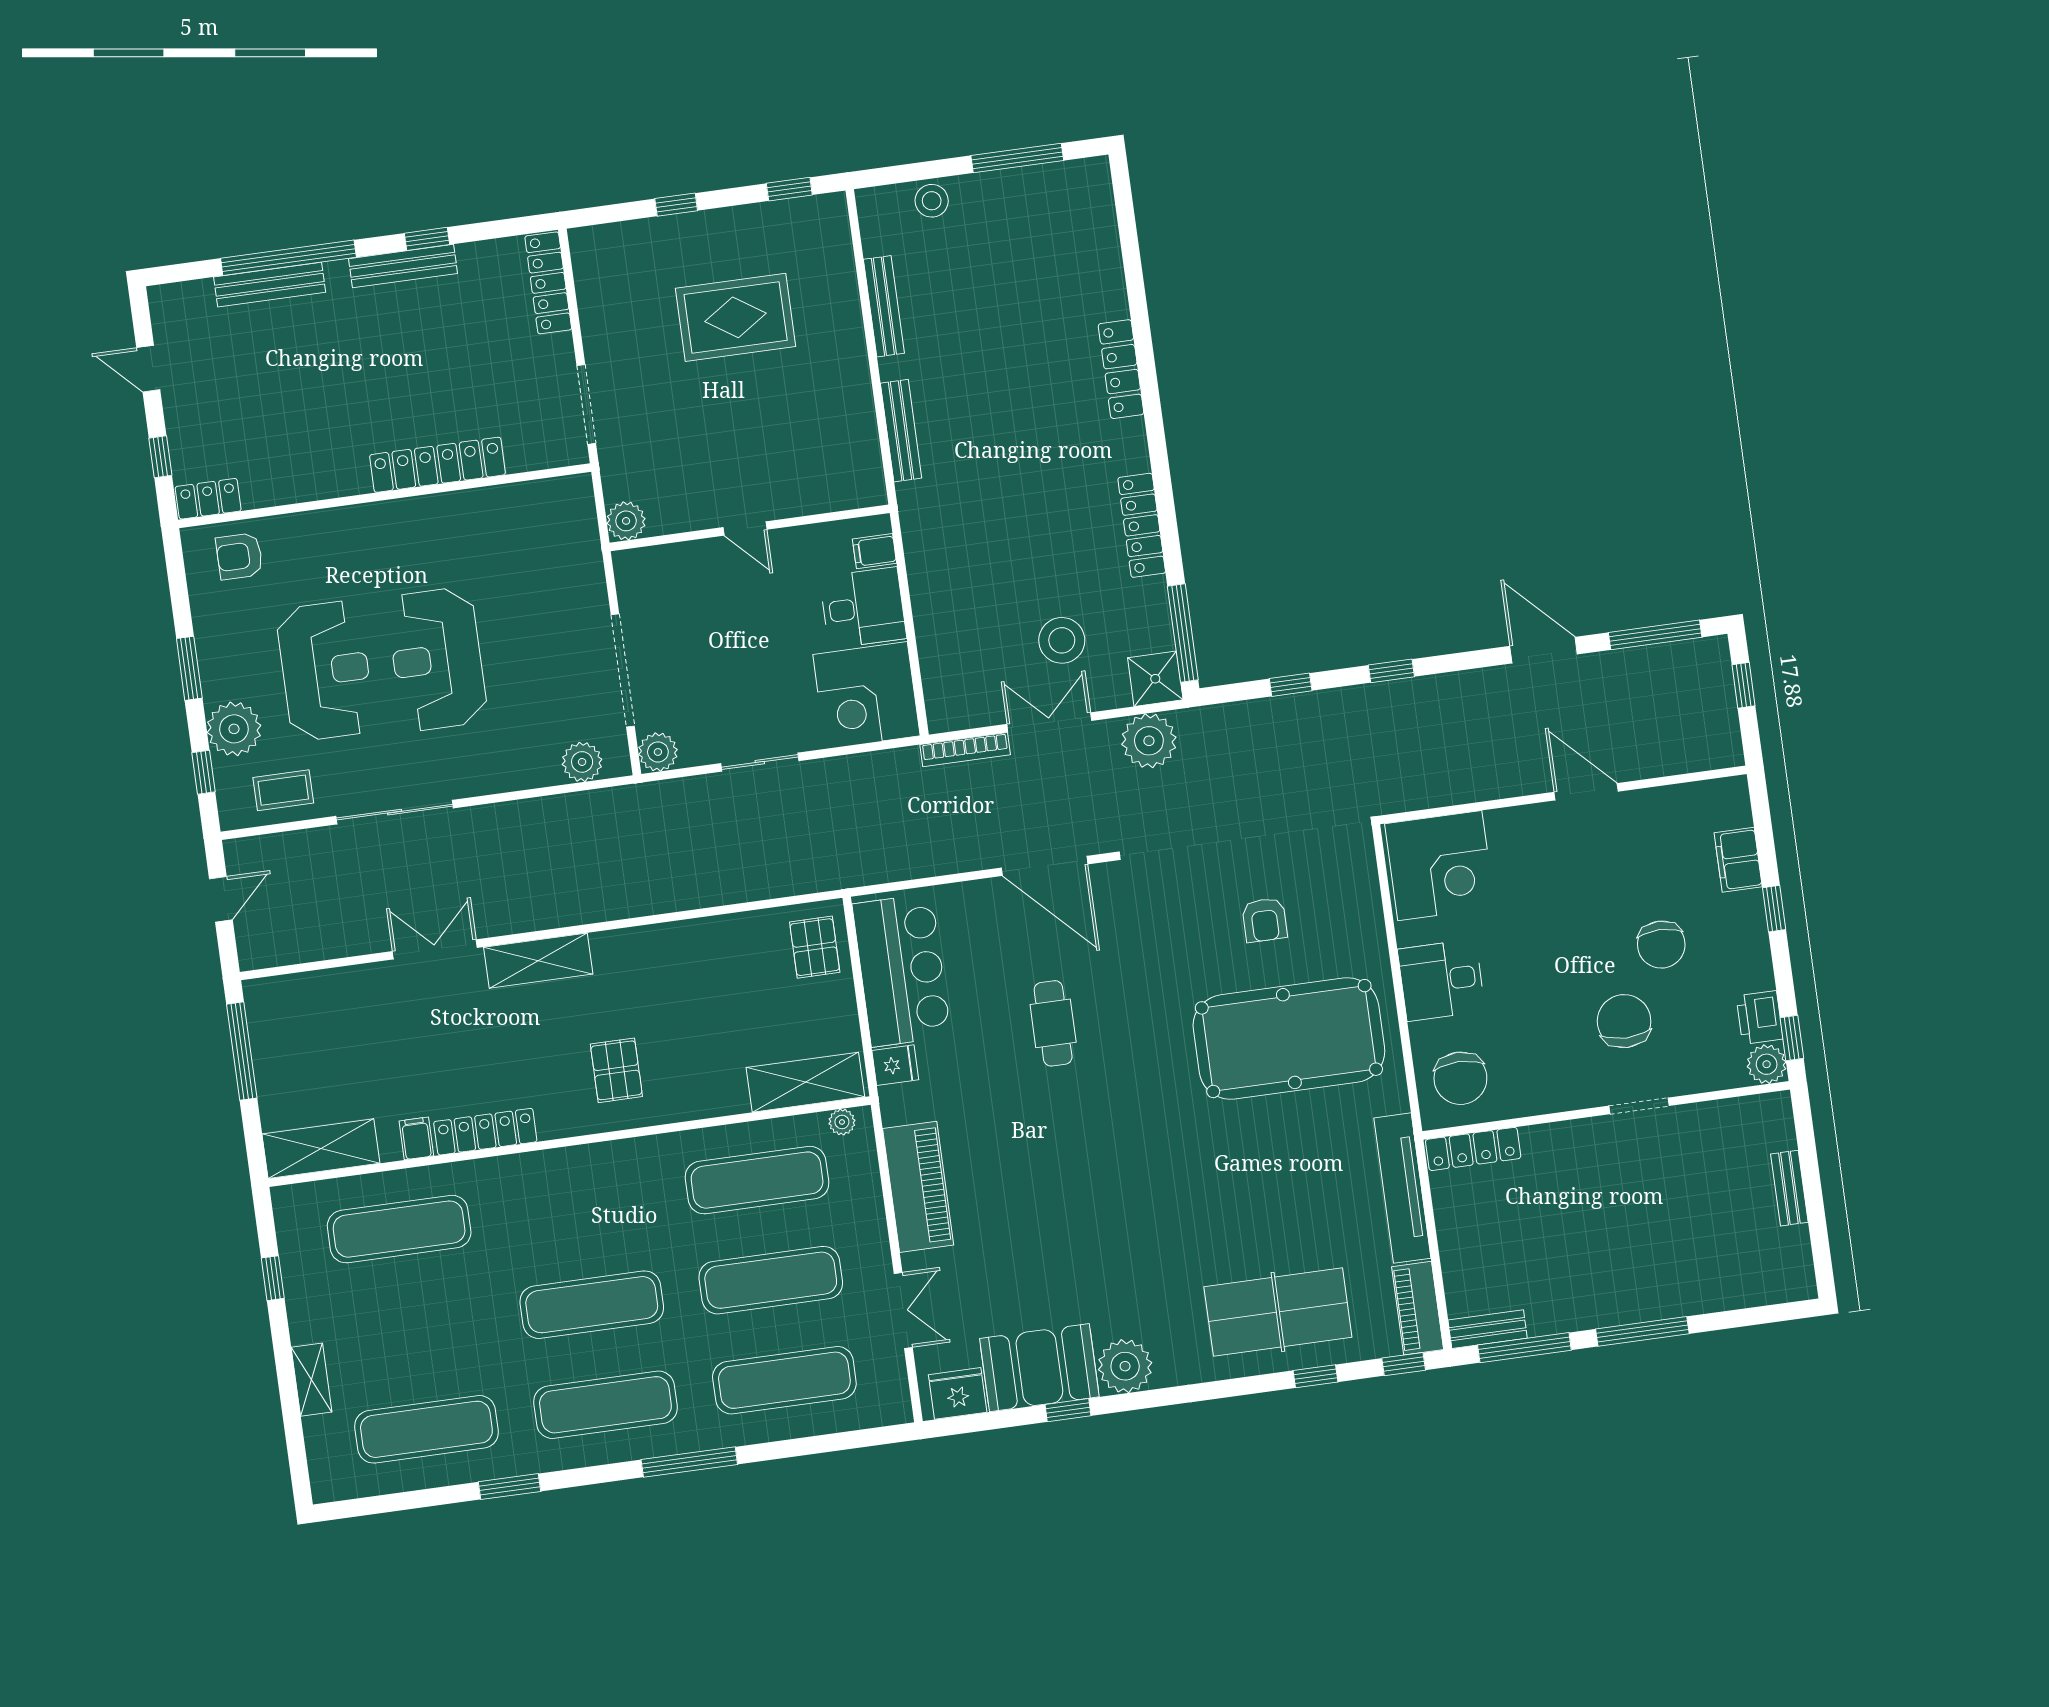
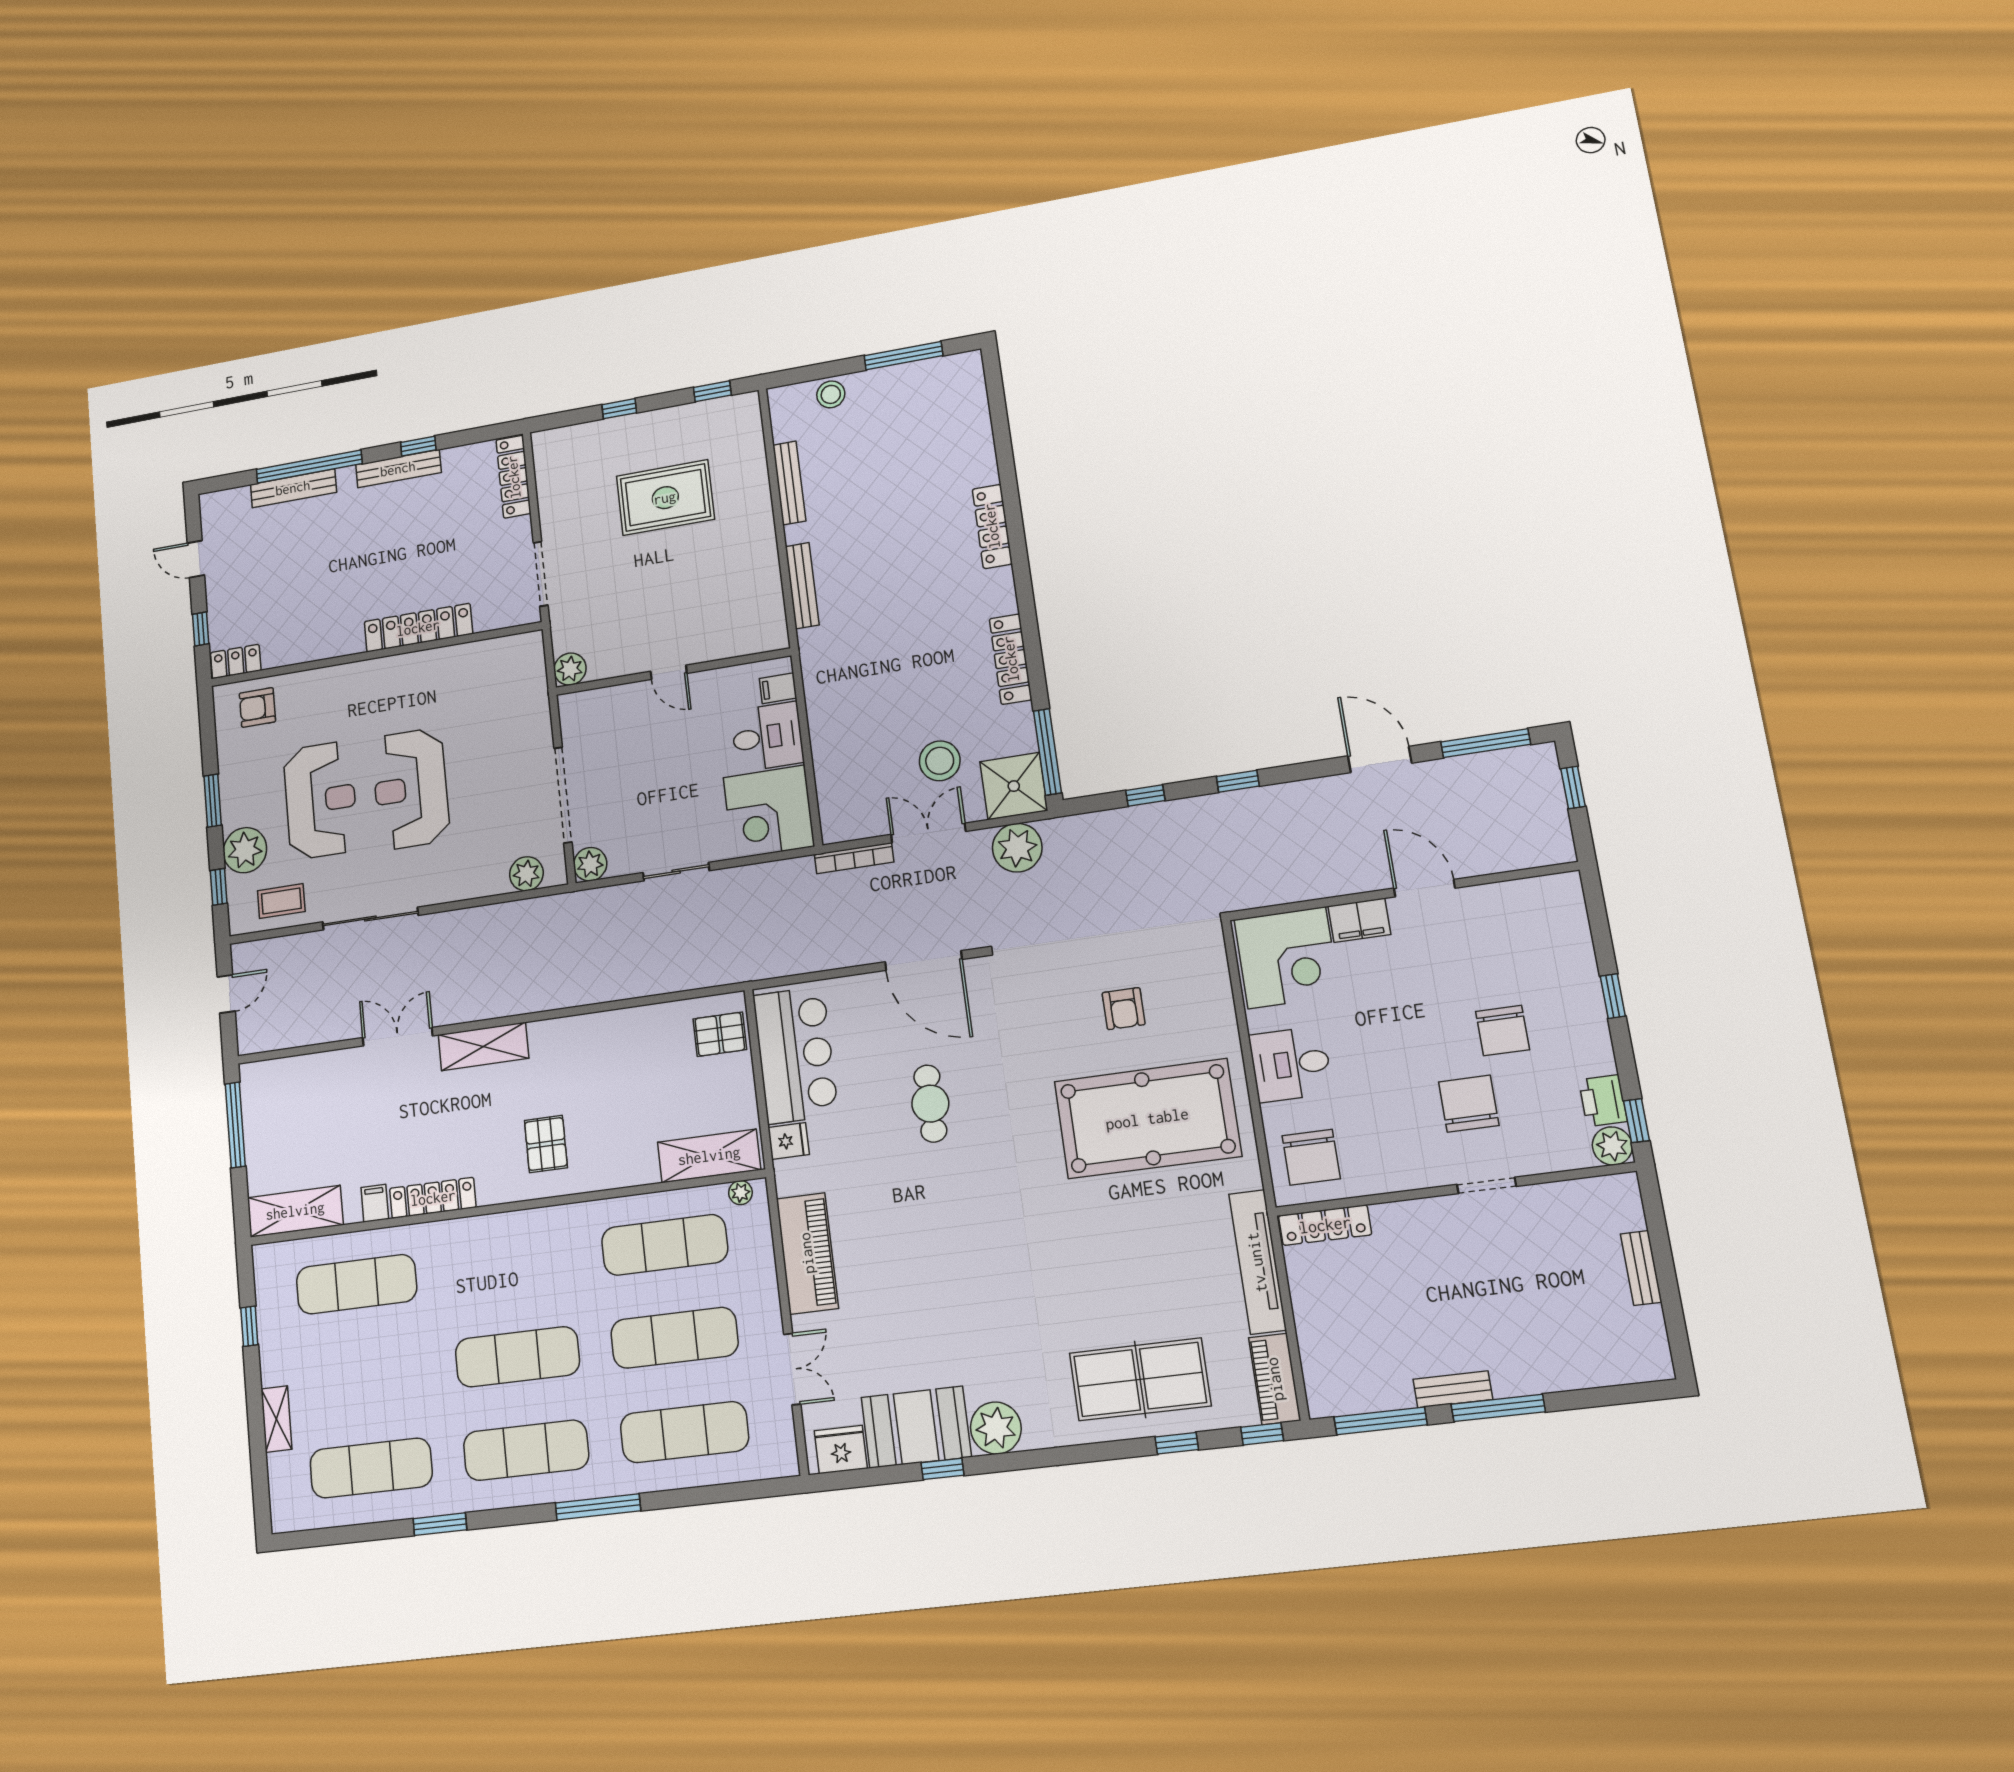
shower: (1155, 679) -> (1014, 786), width x1.36, depth x1.36
filing cabinet: (1738, 860) -> (1359, 920), moved, turned -90
pallet: (815, 947) -> (720, 1034), turned 90
bench: (1488, 1329) -> (1453, 1389), moved

